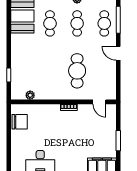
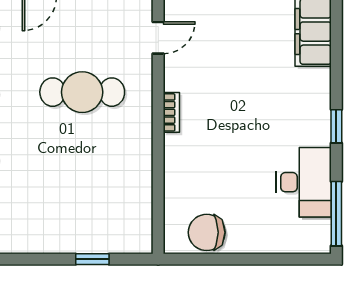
plant: (30, 95) -> (142, 207), removed
chair: (20, 122) -> (207, 232), turned -90

